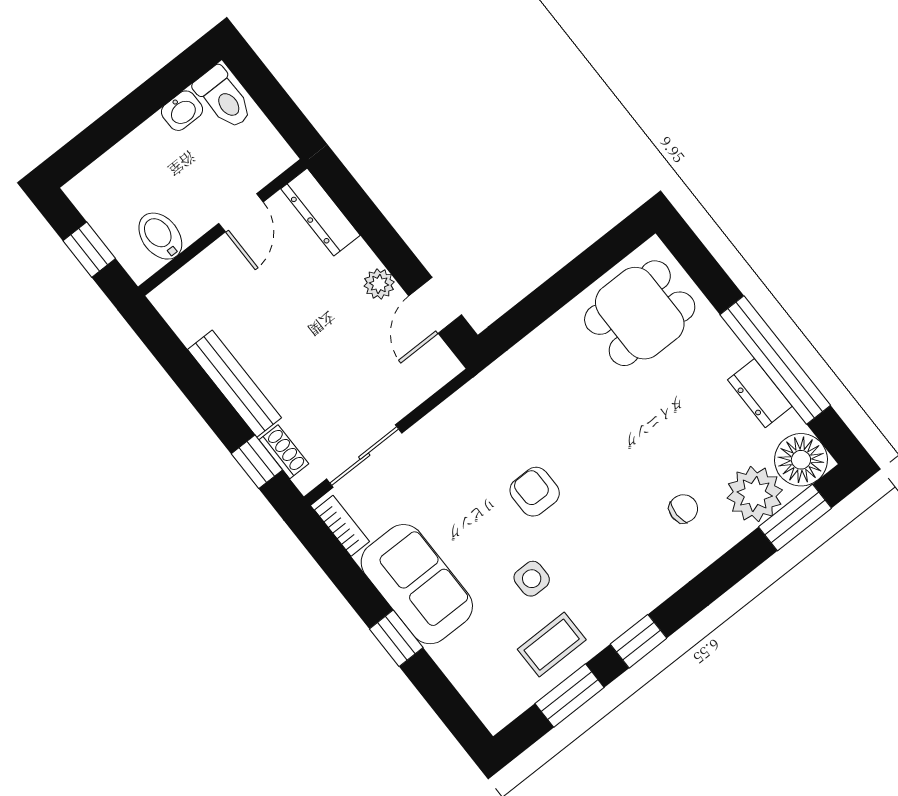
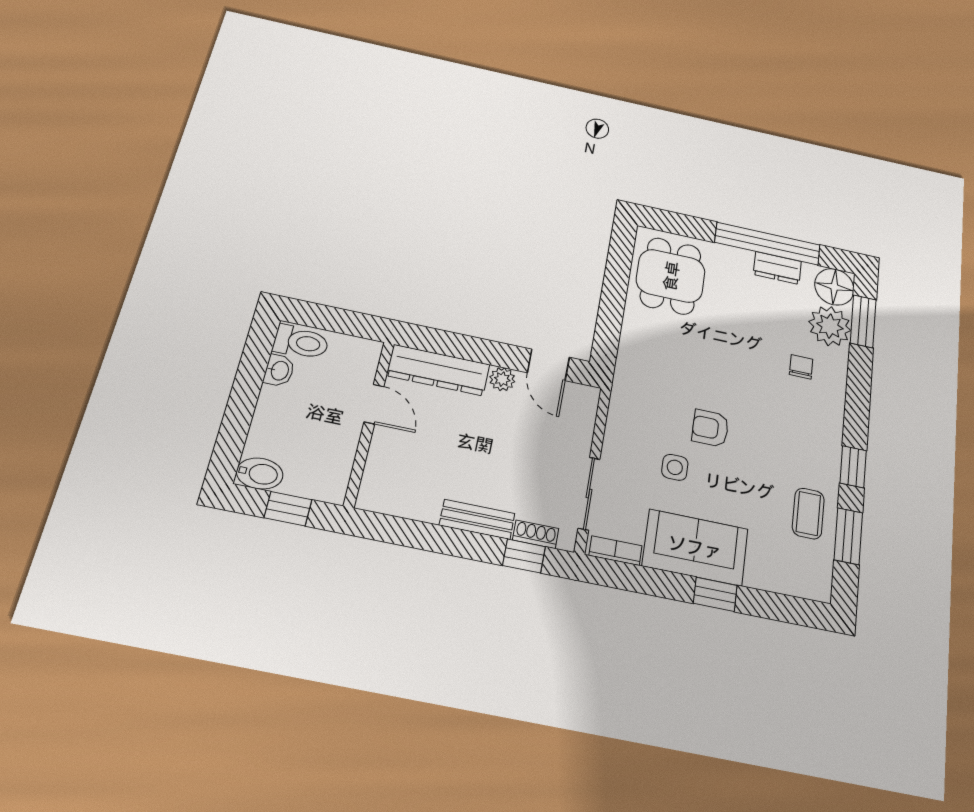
dresser: (320, 212) -> (438, 370), width x1.37, depth x1.24
bidet: (160, 236) -> (260, 474), moved, turned 180
bench: (235, 384) -> (477, 519), width x0.73
side table: (532, 579) -> (675, 467), moved

